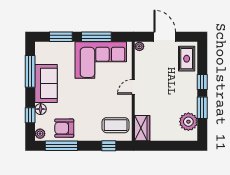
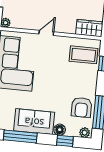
door: (133, 87) -> (46, 33), swing flipped
coffee table: (116, 125) -> (84, 55), turned 90

